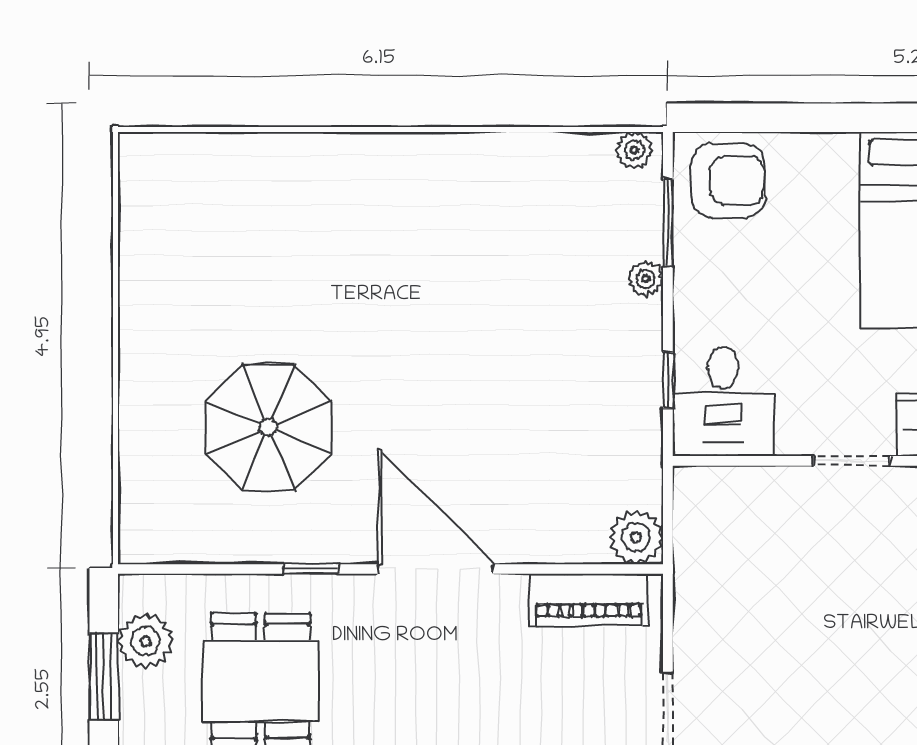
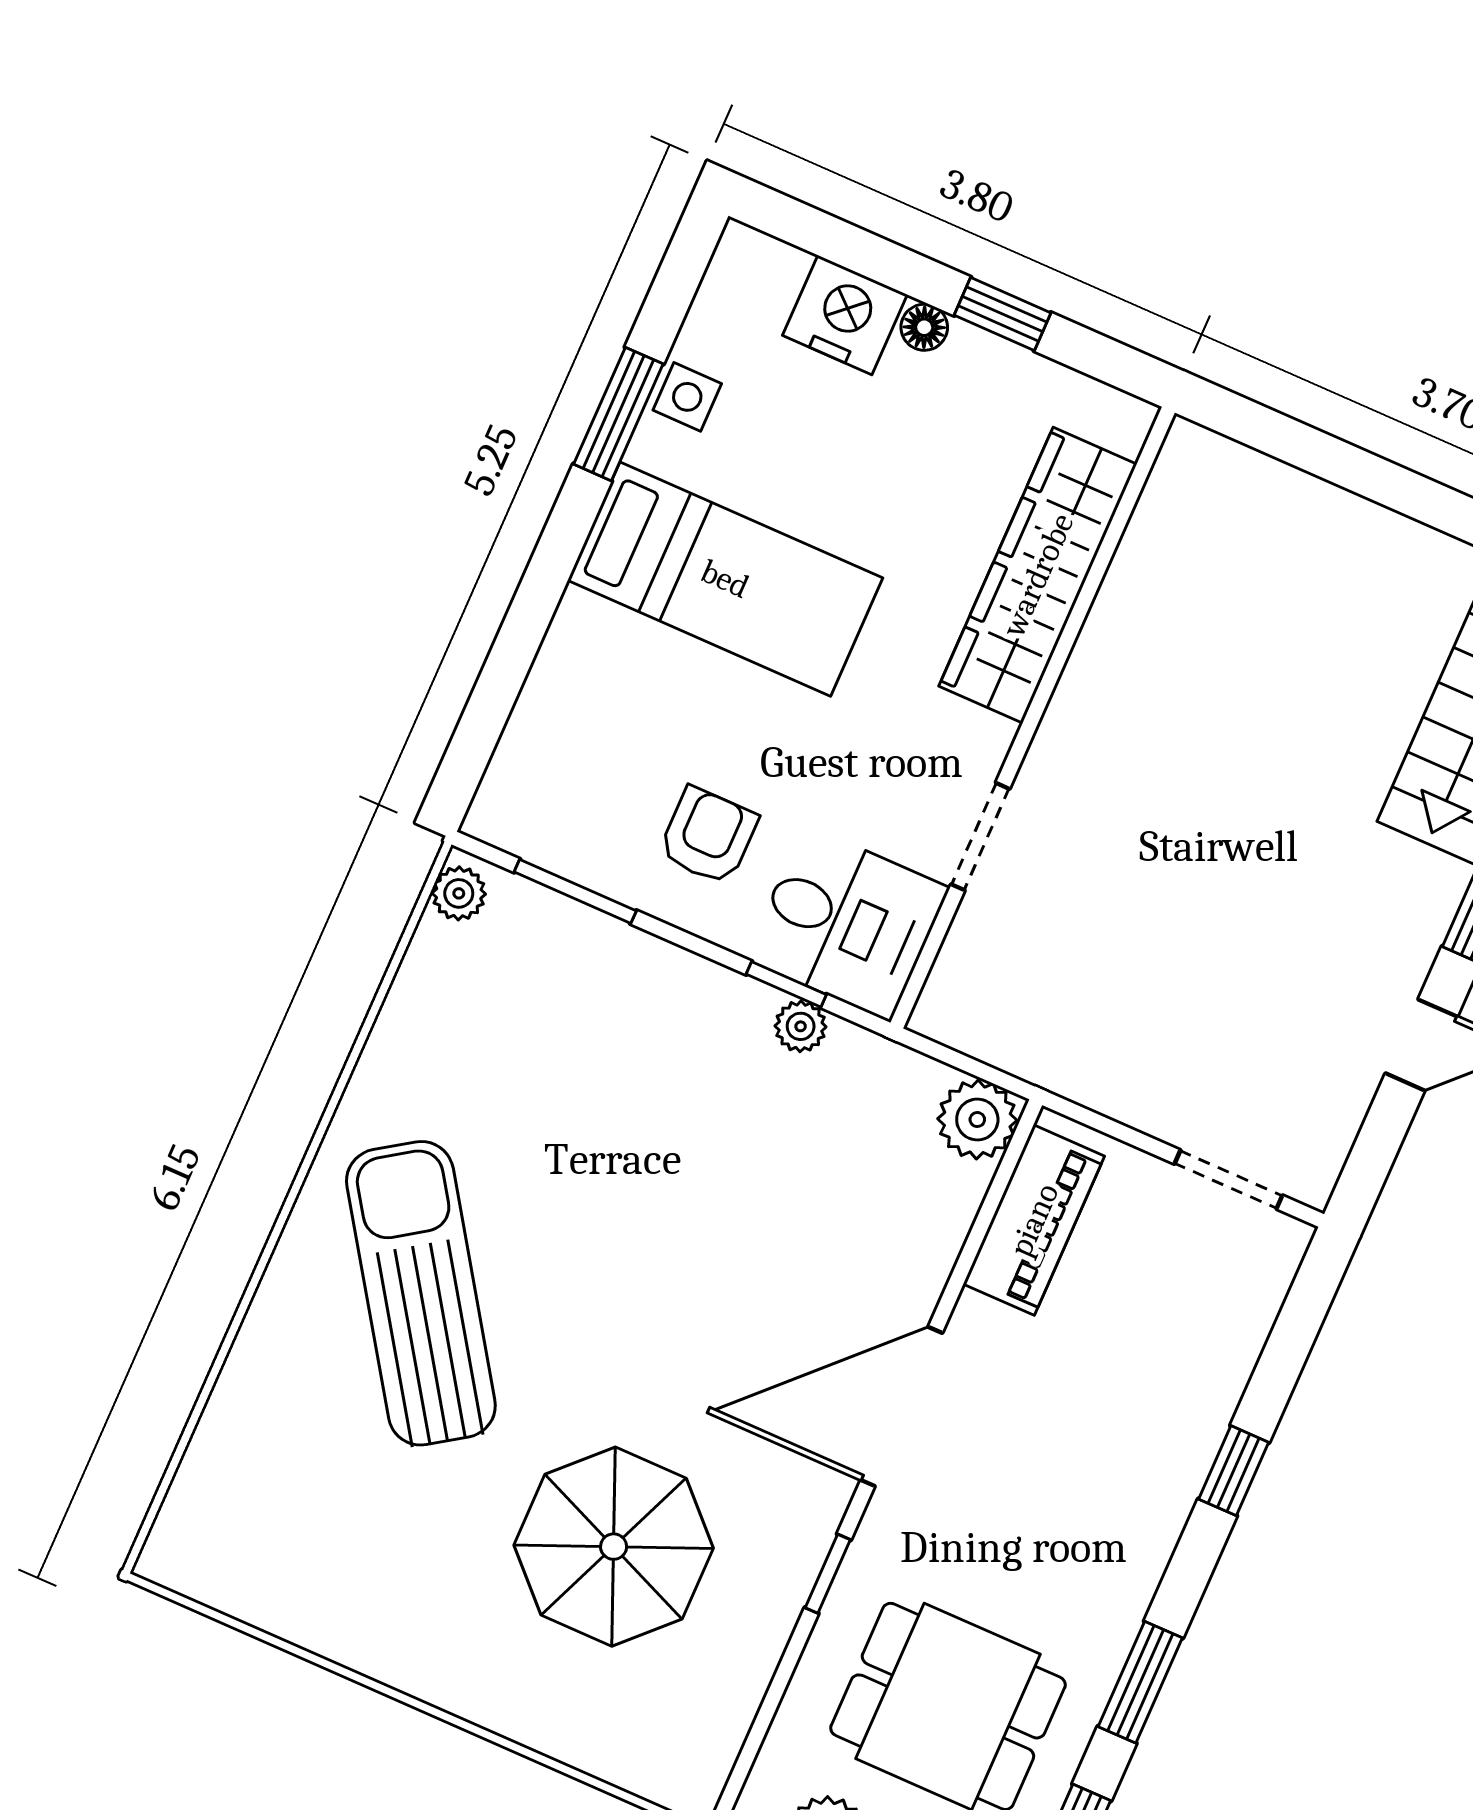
armchair: (728, 181) -> (708, 836), moved, width x0.72, depth x0.72
sun lounger: (374, 237) -> (421, 1293), added
plant: (646, 279) -> (801, 1026), moved
doorway: (852, 461) -> (980, 837), moved

